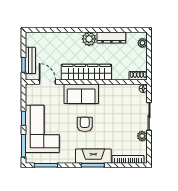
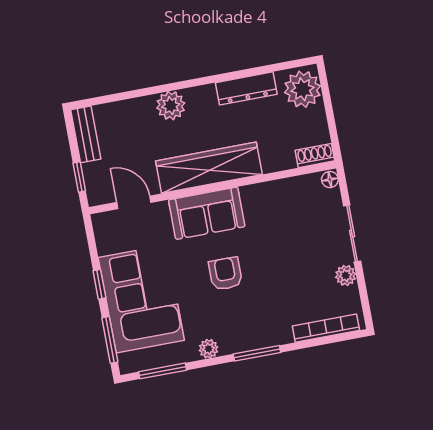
plant: (89, 39) -> (171, 106), moved
plant: (142, 43) -> (302, 89), width x1.88, depth x1.88
bench: (30, 60) -> (86, 134), moved
fireplace: (93, 156) -> (255, 335), removed
plant: (70, 159) -> (209, 349), added

